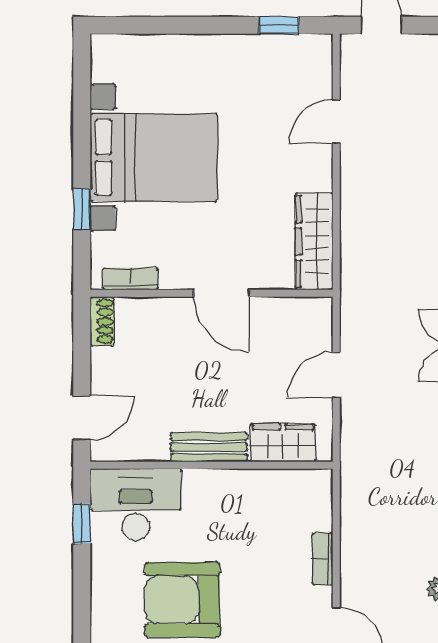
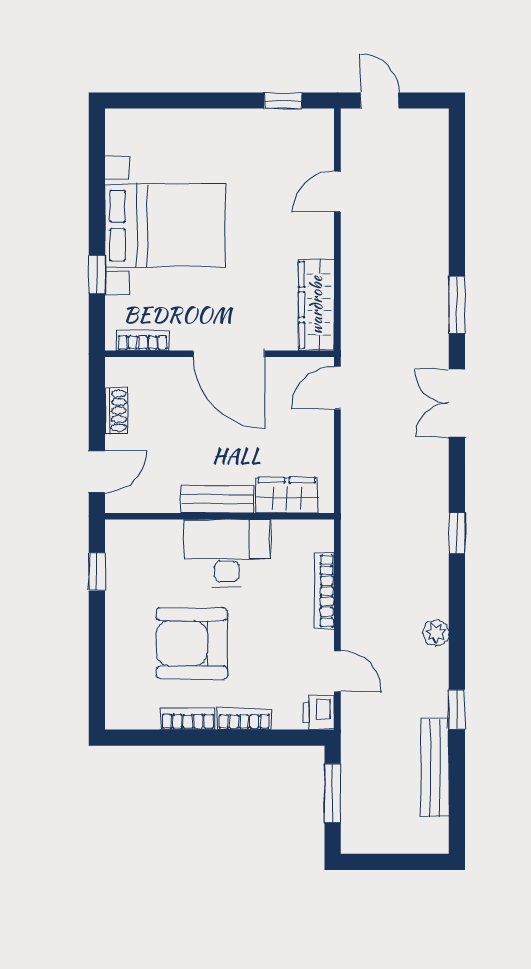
door: (221, 293) -> (229, 354), width x1.36
shoe rack: (102, 321) -> (116, 411), moved
door: (336, 375) -> (337, 388), moved
desk: (136, 504) -> (227, 553), moved
bookcase: (322, 559) -> (324, 591), width x1.56

